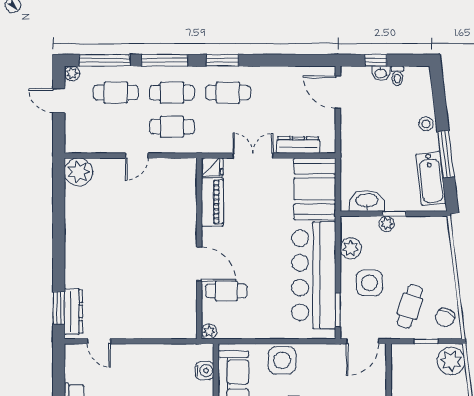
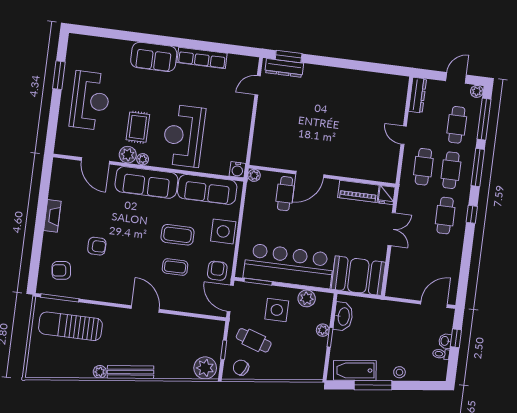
window: (222, 60) -> (472, 214), width x0.67
dresser: (298, 145) -> (417, 95), moved
plant: (78, 172) -> (397, 86), removed
armchair: (331, 361) -> (217, 271), added
water cooler: (205, 371) -> (237, 170), moved

